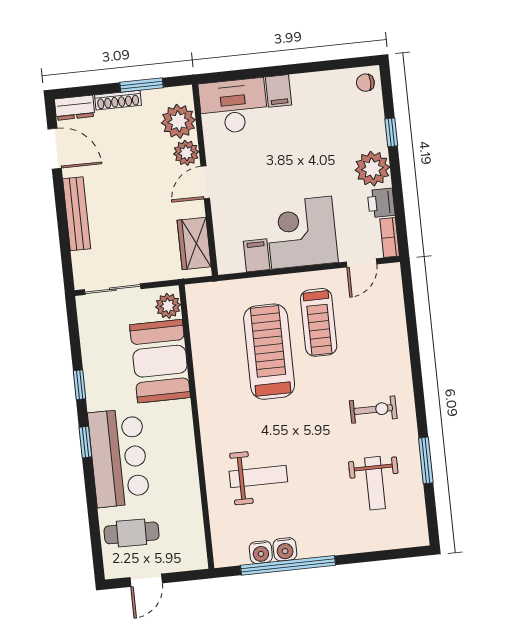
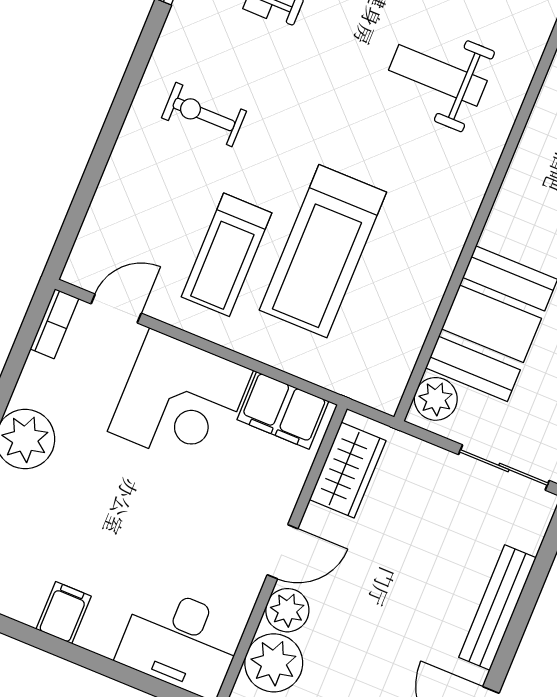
filing cabinet: (278, 91) -> (64, 613), moved
printer: (381, 203) -> (39, 381), removed
filing cabinet: (257, 255) -> (283, 410), width x2.00
treadmill: (319, 322) -> (227, 255), turned 180
exercise bike: (373, 410) -> (204, 114), moved

